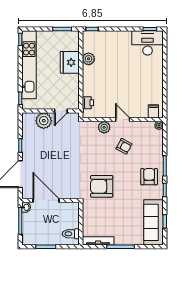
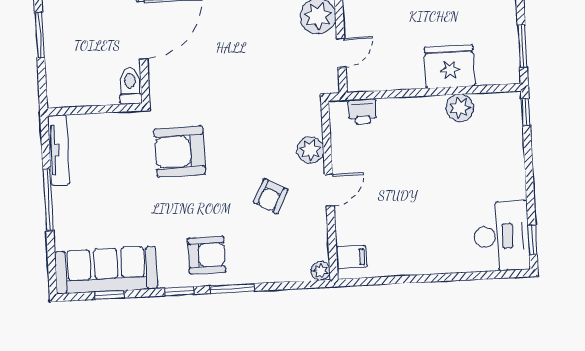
door: (61, 111) -> (341, 53), swing flipped
armchair: (102, 186) -> (180, 152), turned -91
toilet: (71, 234) -> (130, 86), moved

